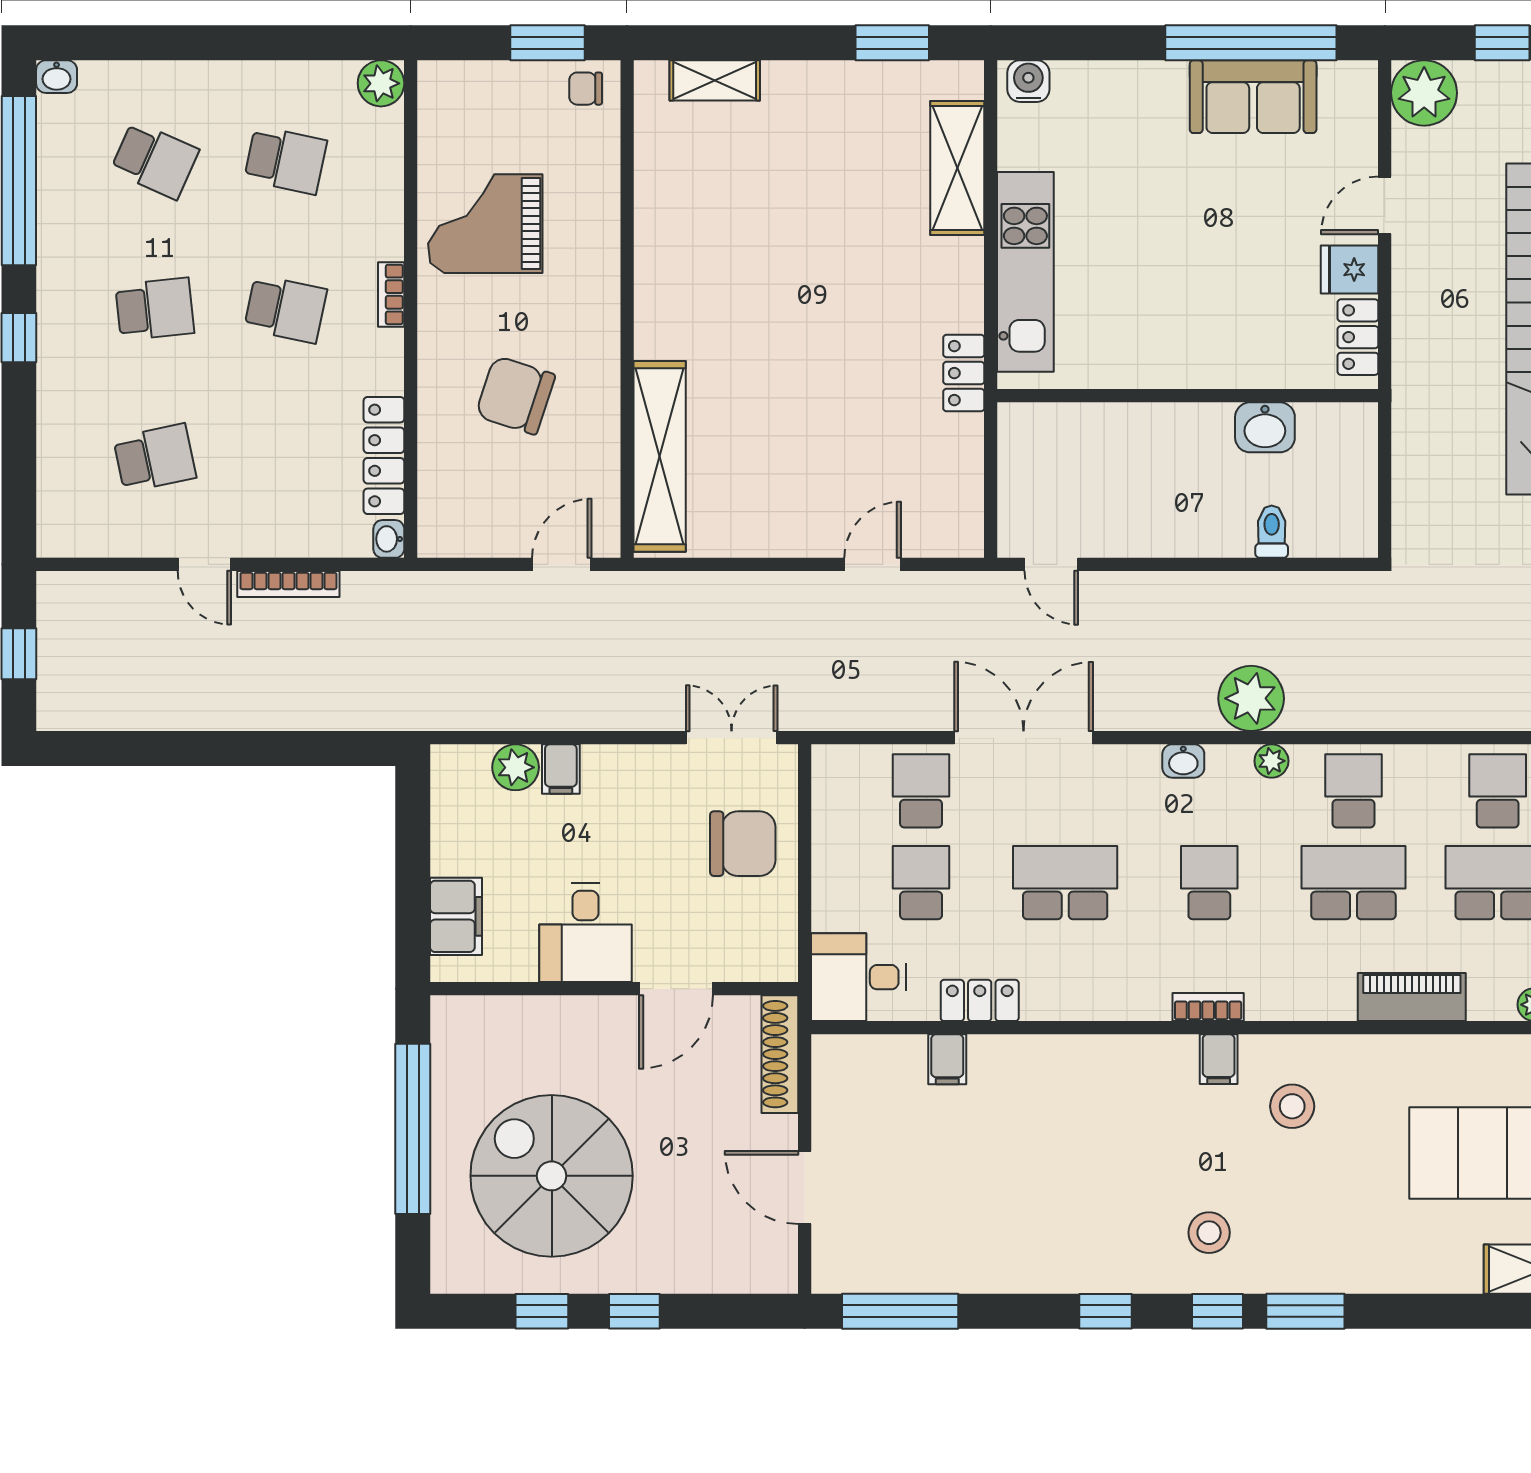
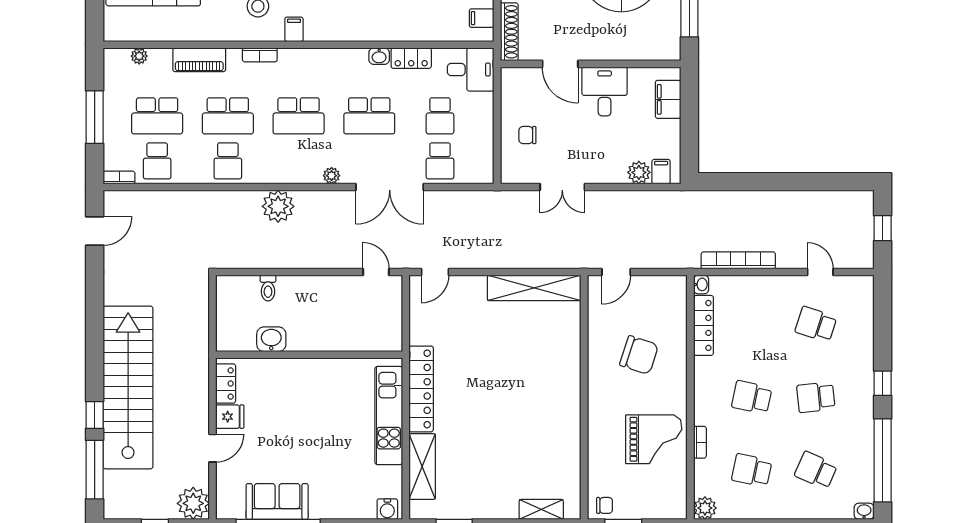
bookcase: (391, 294) -> (700, 442), moved
locker: (964, 373) -> (421, 389), width x2.16, depth x1.21
shelving: (660, 456) -> (534, 288), moved, turned 90
school desk: (155, 458) -> (816, 324), turned 30
door: (204, 564) -> (820, 272), moved
door: (873, 564) -> (435, 272), moved
bookcase: (288, 584) -> (738, 260), width x1.48, depth x1.31
double door: (732, 738) -> (562, 187), moved
washbasin: (1183, 761) -> (379, 56), moved, turned 180
plant: (1271, 761) -> (332, 176), moved
filing cabinet: (561, 769) -> (661, 172), moved
chair: (743, 844) -> (527, 135), width x0.54, depth x0.54
school desk: (1209, 883) -> (299, 116), width x1.85
door: (676, 989) -> (560, 64), swing flipped
bookcase: (1208, 1007) -> (260, 55), moved
filing cabinet: (947, 1059) -> (482, 18), moved, turned -90

